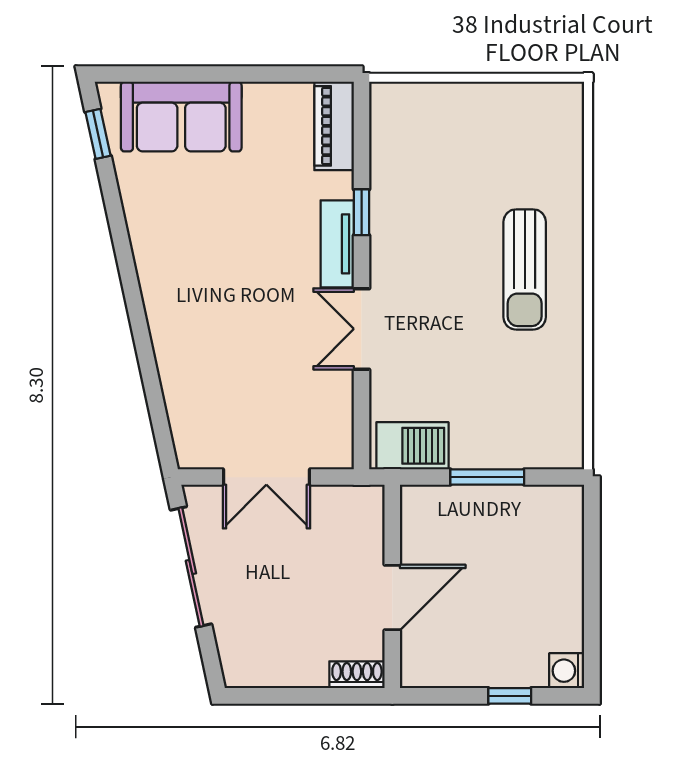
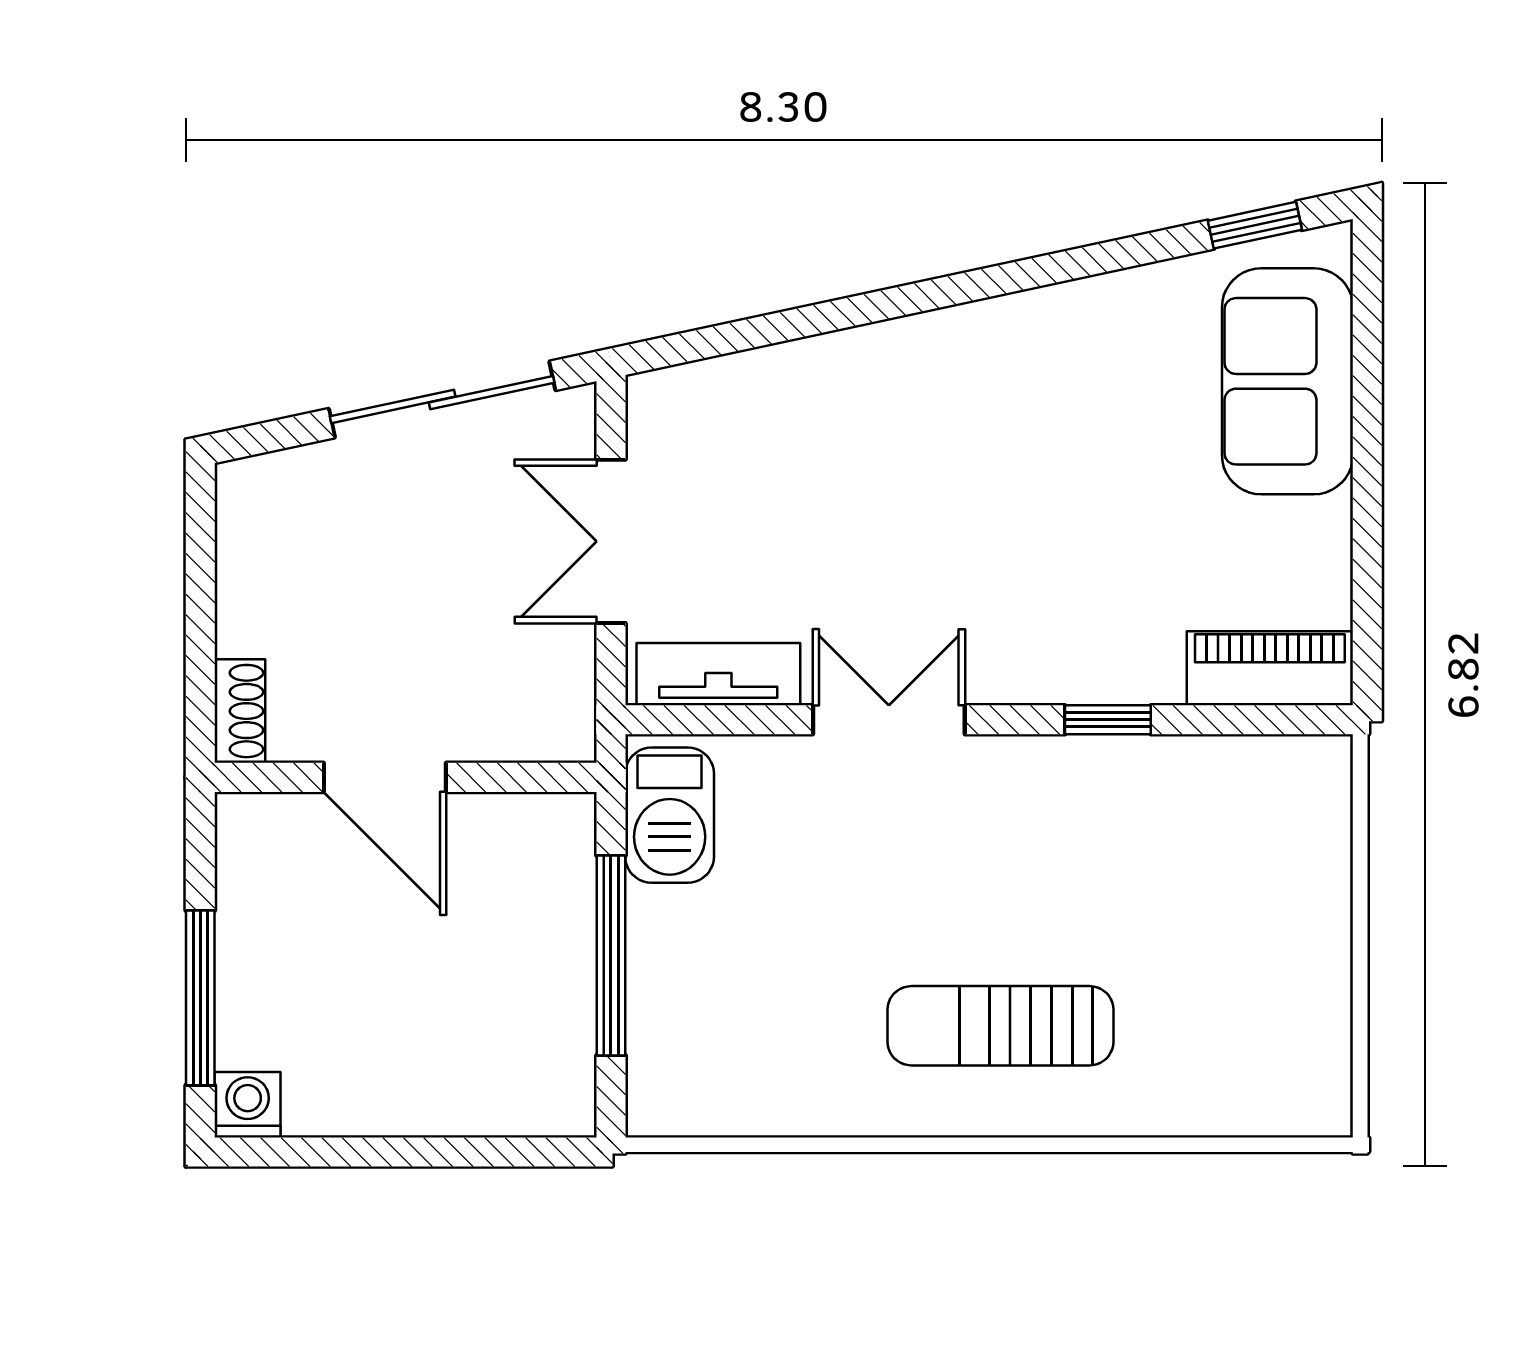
tv unit: (337, 244) -> (718, 674), moved
window: (487, 477) -> (611, 956), width x1.44
window: (510, 696) -> (200, 998), width x2.17

